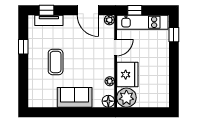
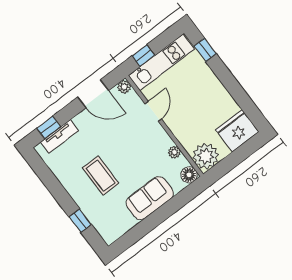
window: (23, 47) -> (80, 221), moved
fridge: (127, 75) -> (237, 131), moved, turned -90

